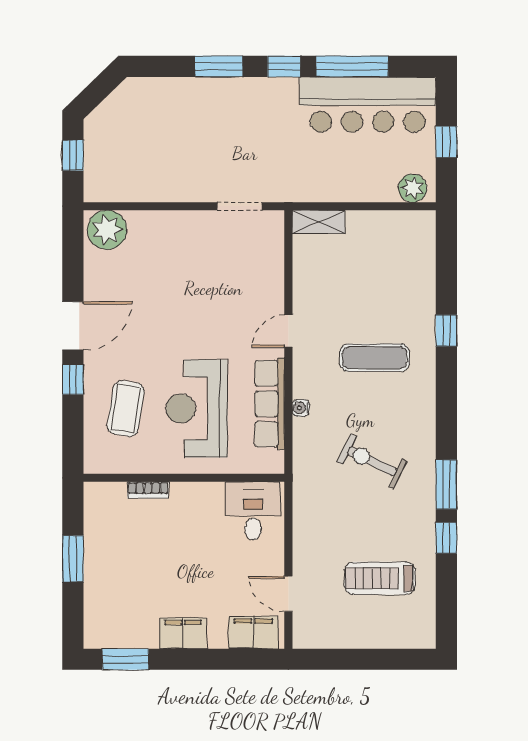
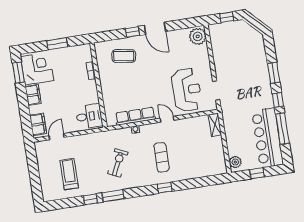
window: (446, 331) -> (165, 188), moved
reception desk: (197, 408) -> (187, 90), moved, turned 90
corner desk: (123, 615) -> (37, 69), added

